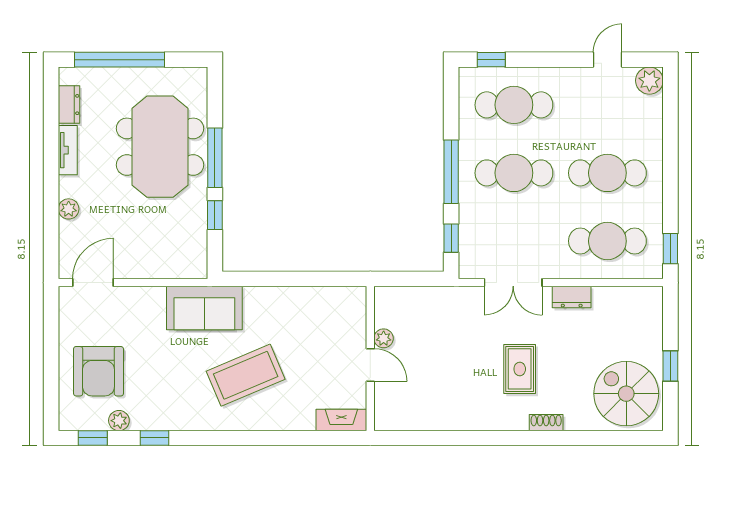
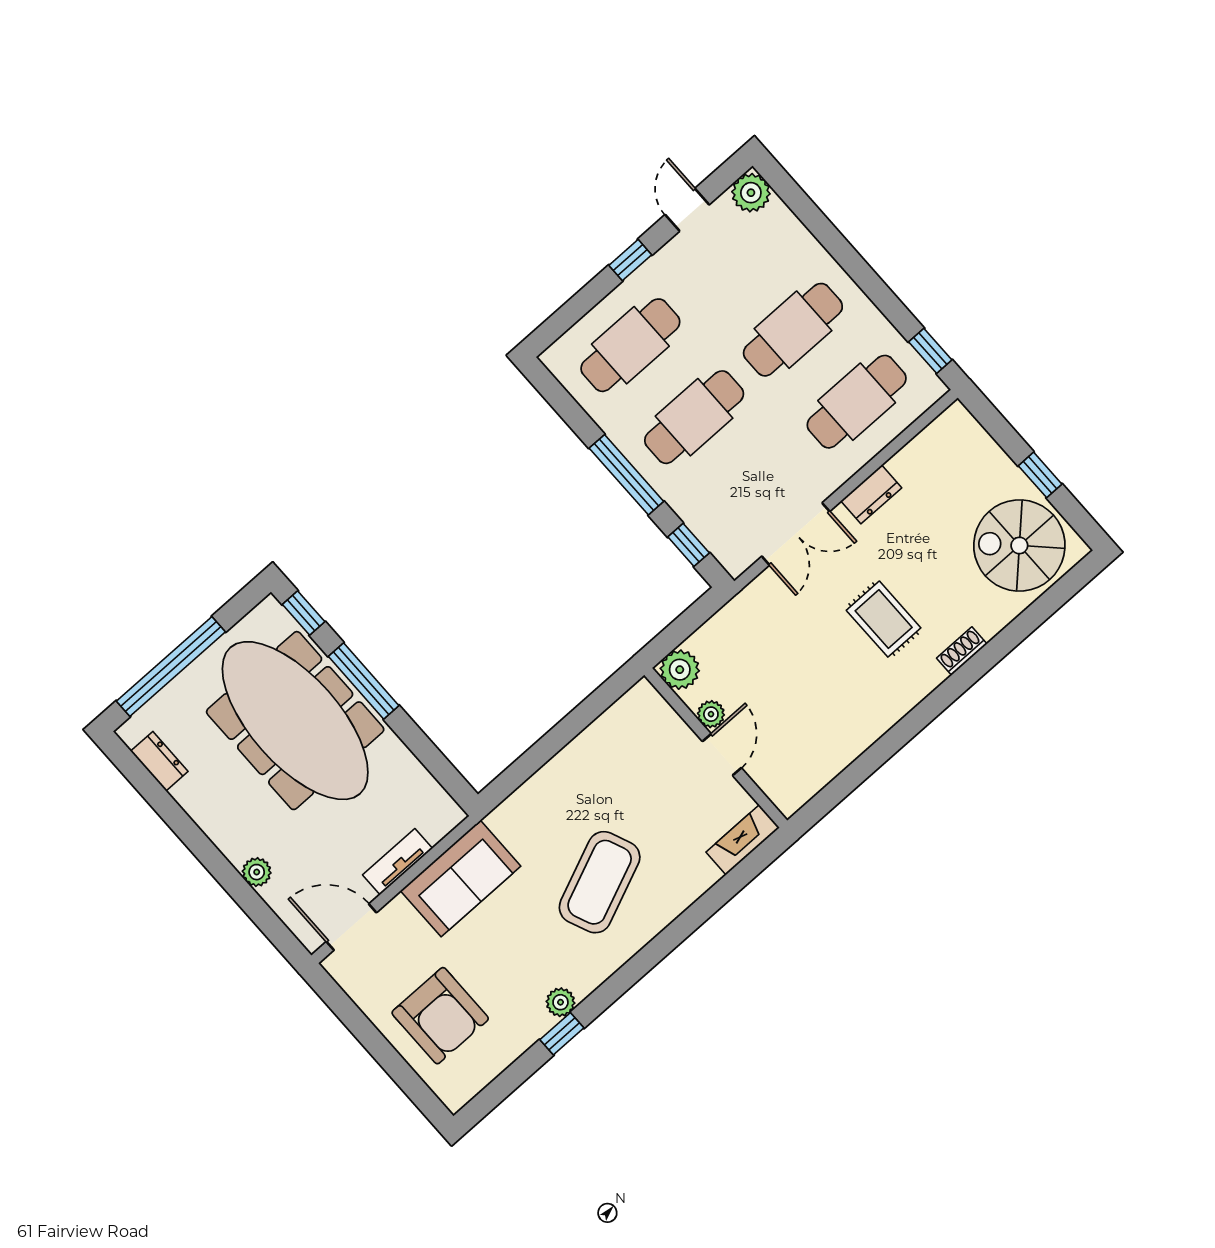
window: (491, 60) -> (630, 260), moved
meeting table: (160, 147) -> (295, 721), width x1.36
tv unit: (68, 150) -> (397, 862), moved, turned -90
window: (215, 215) -> (304, 613), moved
door: (93, 283) -> (351, 927), hinge flipped
plant: (388, 300) -> (680, 670), added
sofa: (204, 308) -> (461, 878), moved
door: (370, 365) -> (722, 755), hinge flipped
plant: (119, 421) -> (560, 1002), moved
window: (93, 438) -> (496, 1092), removed

